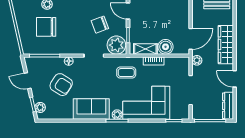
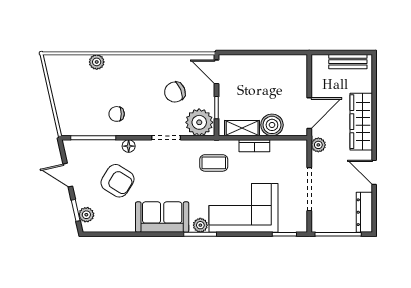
chair: (46, 27) -> (117, 114), moved, width x0.54, depth x0.54

